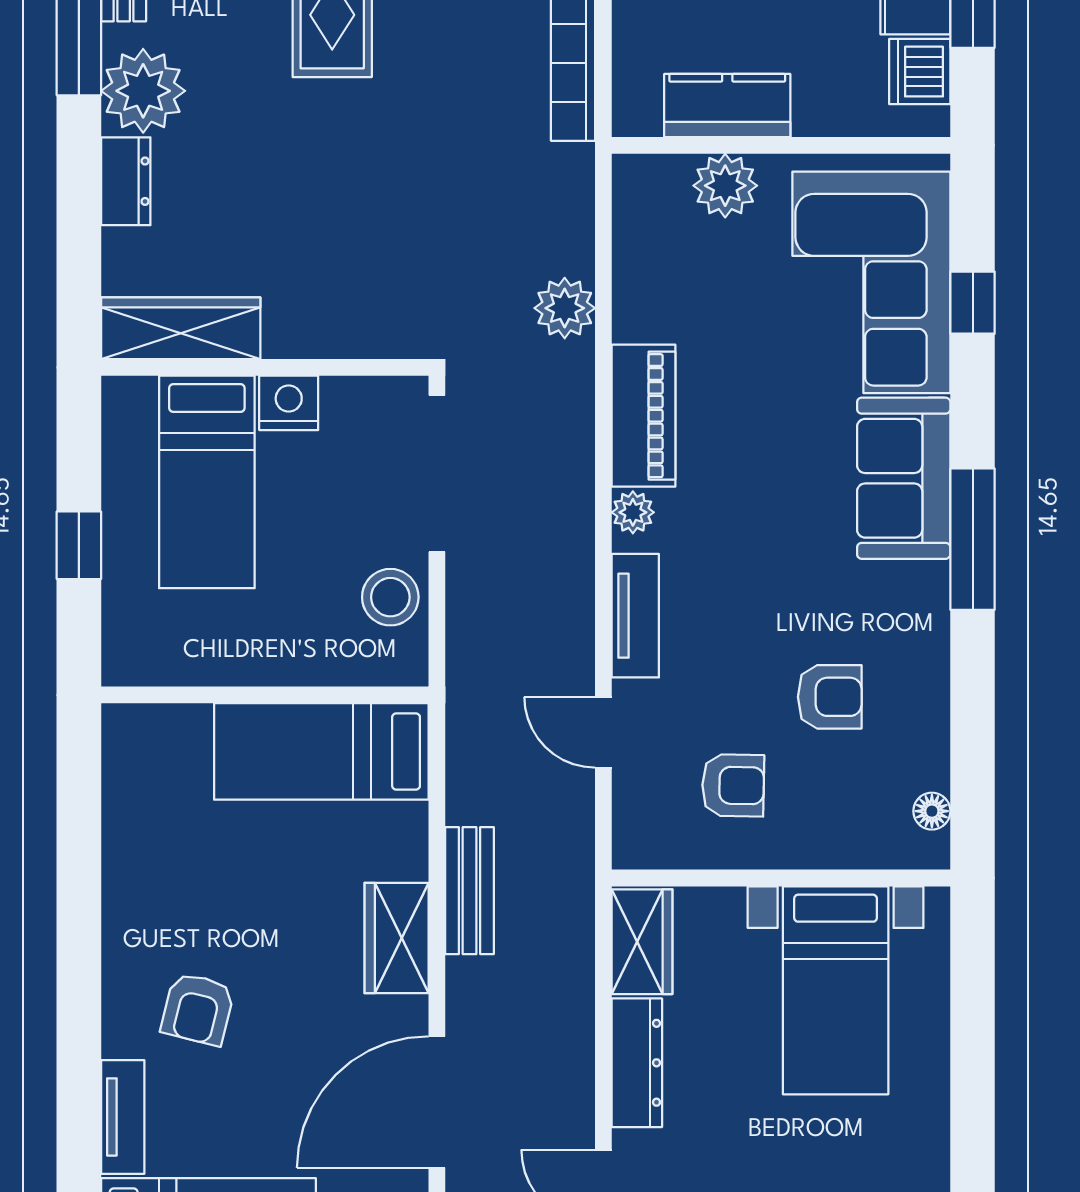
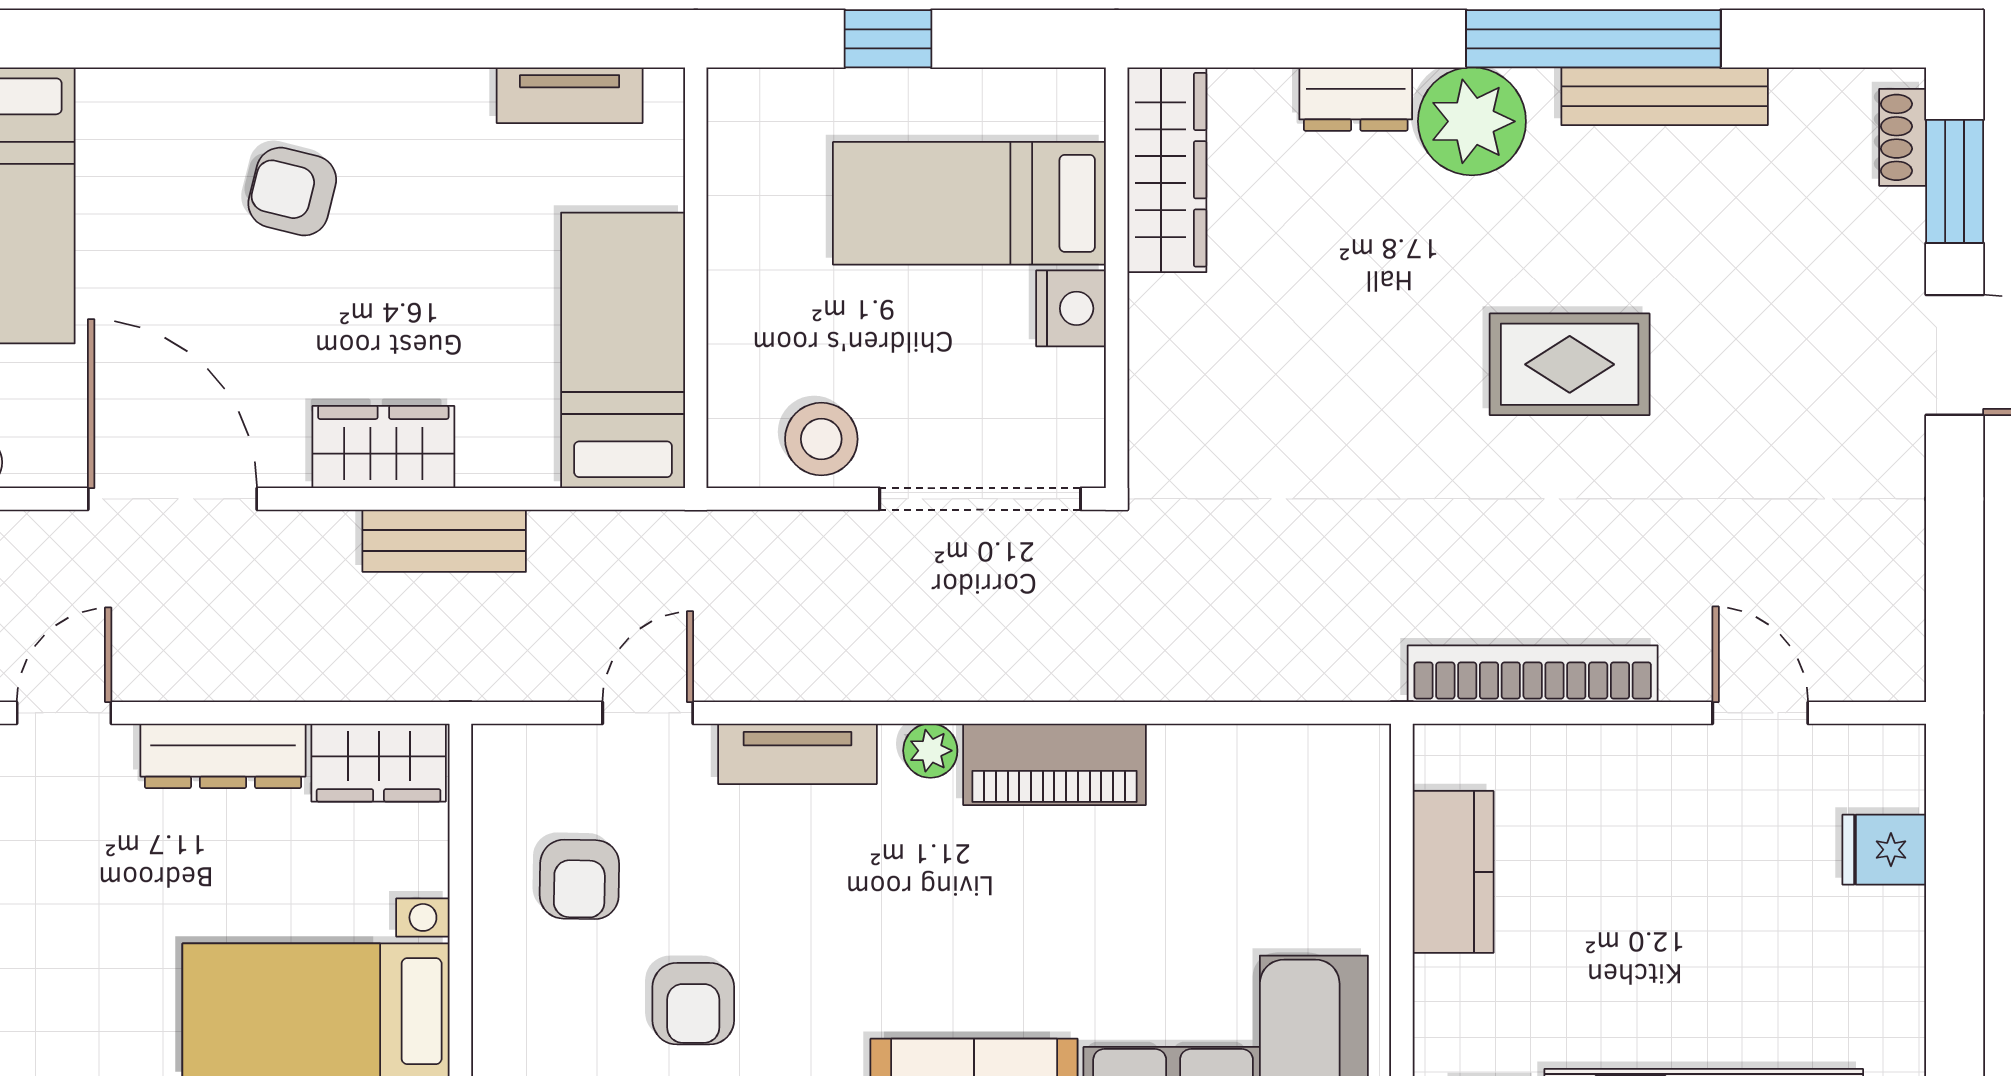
plant: (725, 186) -> (1350, 869), removed
plant: (565, 308) -> (1193, 663), removed
tv unit: (123, 1117) -> (570, 95), moved

